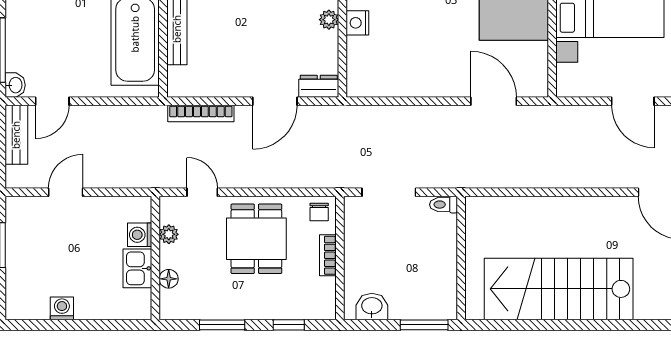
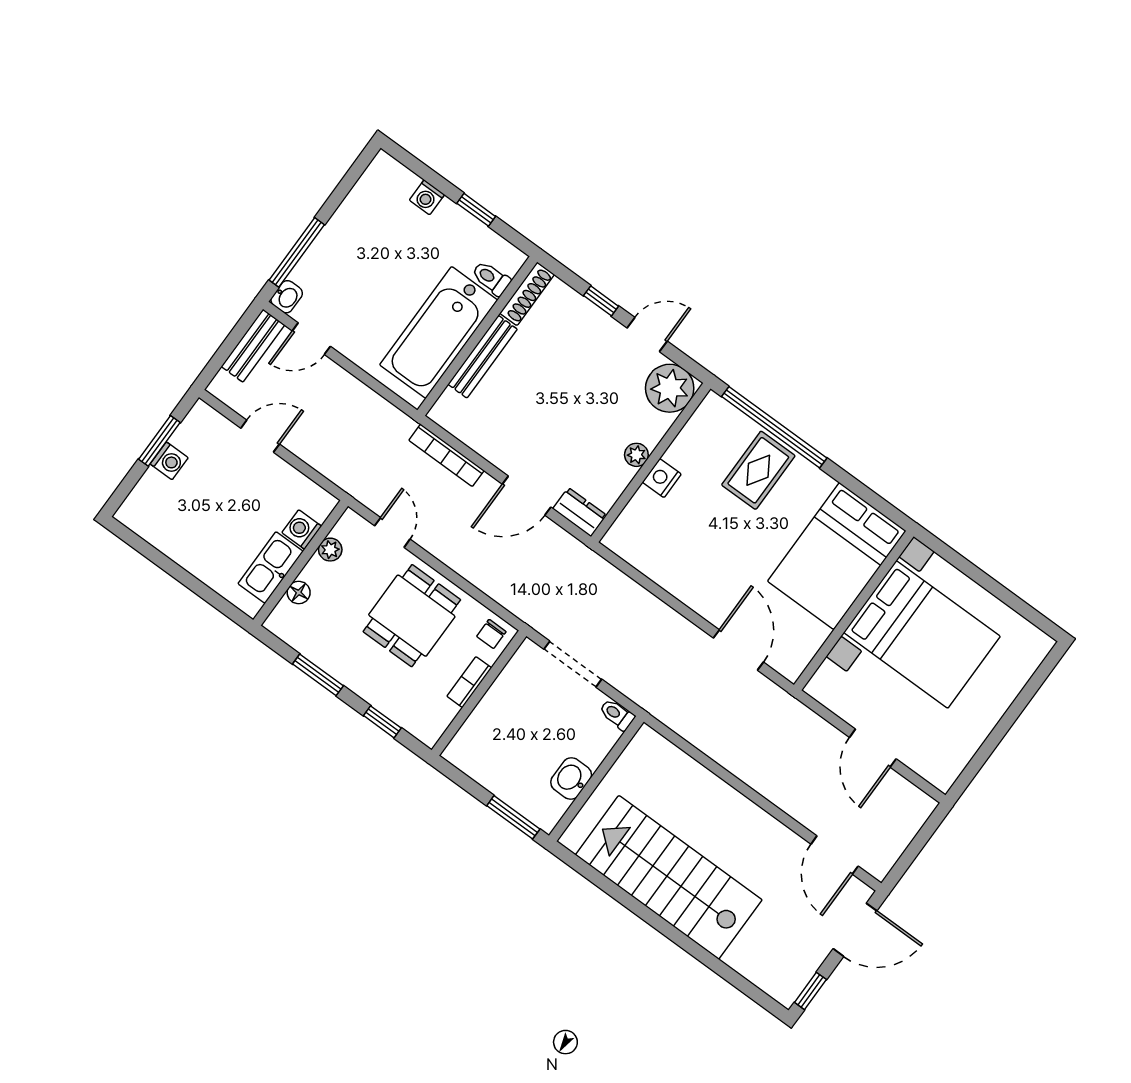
kitchen sink: (137, 268) -> (271, 567), width x1.38
washbasin: (372, 307) -> (571, 779), moved, turned -90
washing machine: (62, 308) -> (169, 461), moved, turned 90

